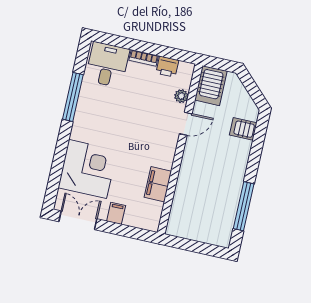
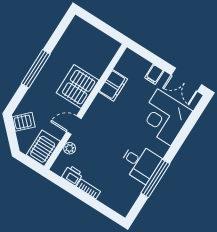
desk: (107, 65) -> (140, 163), moved, turned -90
server rack: (243, 129) -> (24, 122), moved, turned -45
server rack: (197, 169) -> (78, 86), added
window: (244, 206) -> (36, 69), moved

